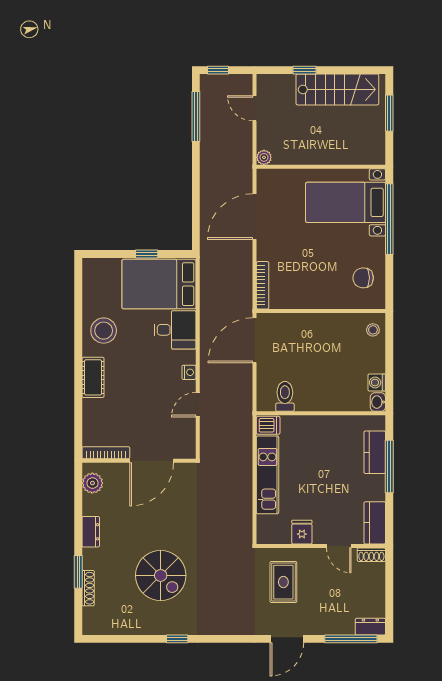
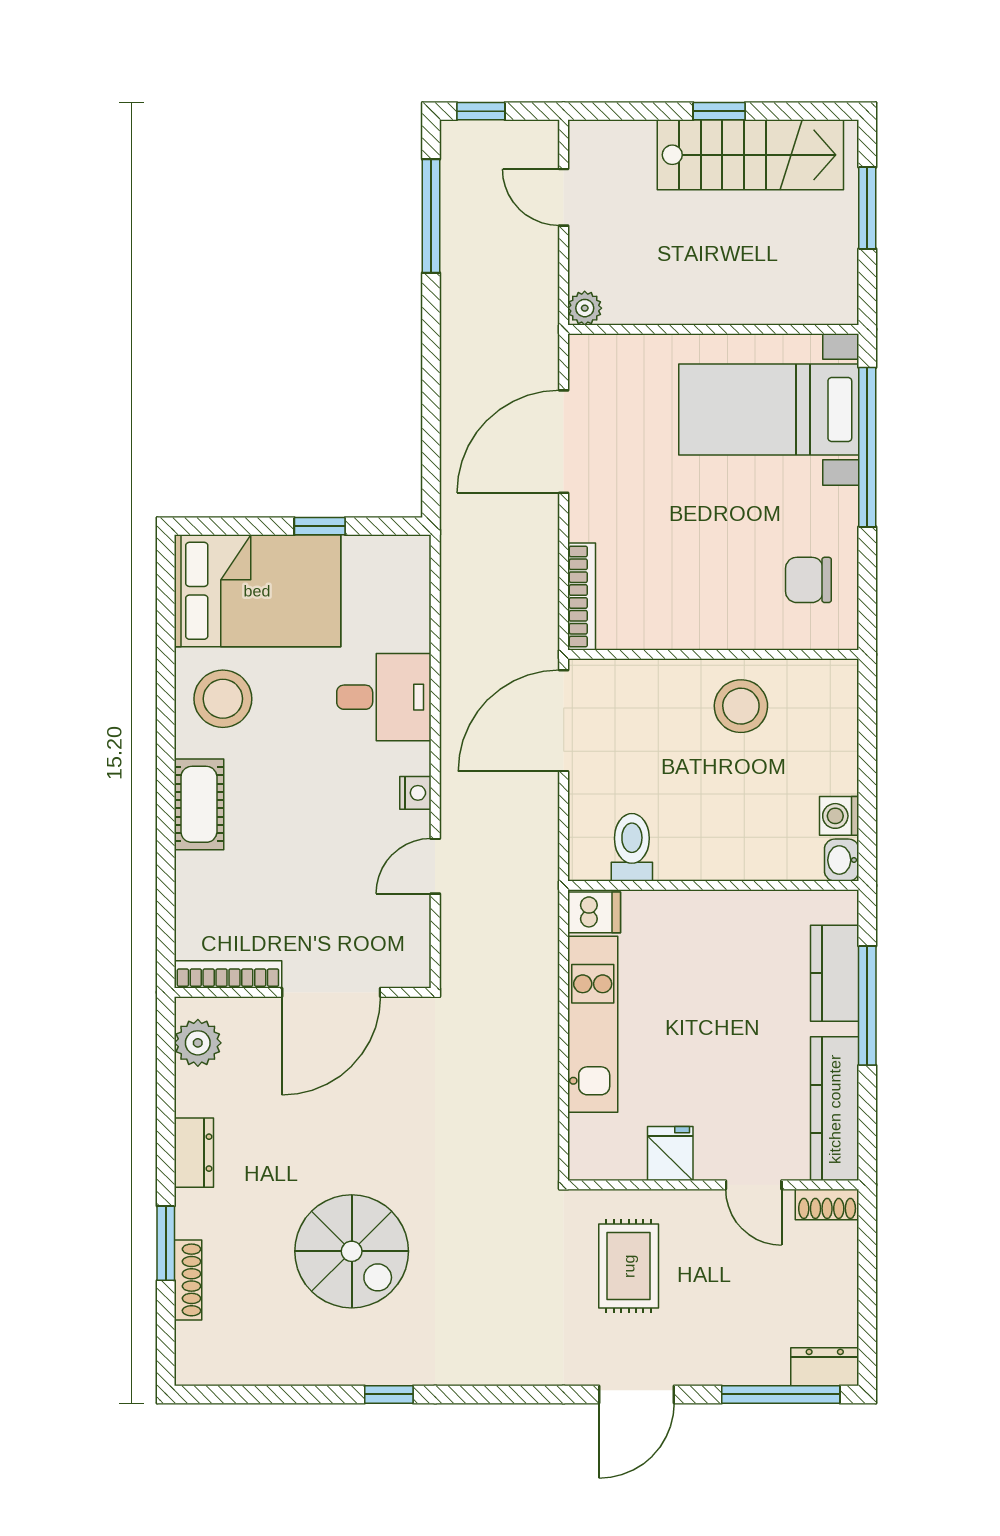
window: (304, 70) -> (719, 111), moved
bed: (159, 284) -> (257, 591), moved, turned 180
stool: (373, 330) -> (741, 706), moved, width x1.89, depth x1.89
kitchen counter: (375, 523) -> (835, 1109), width x1.50

